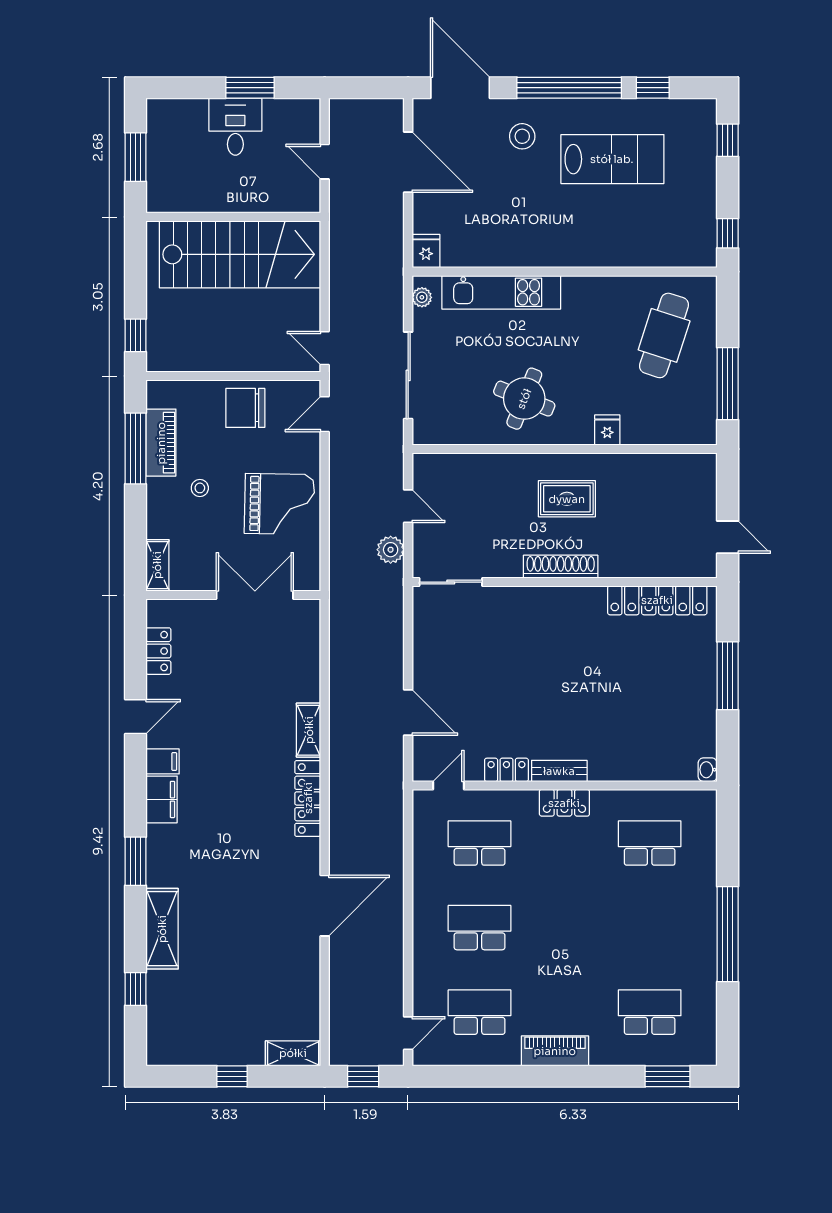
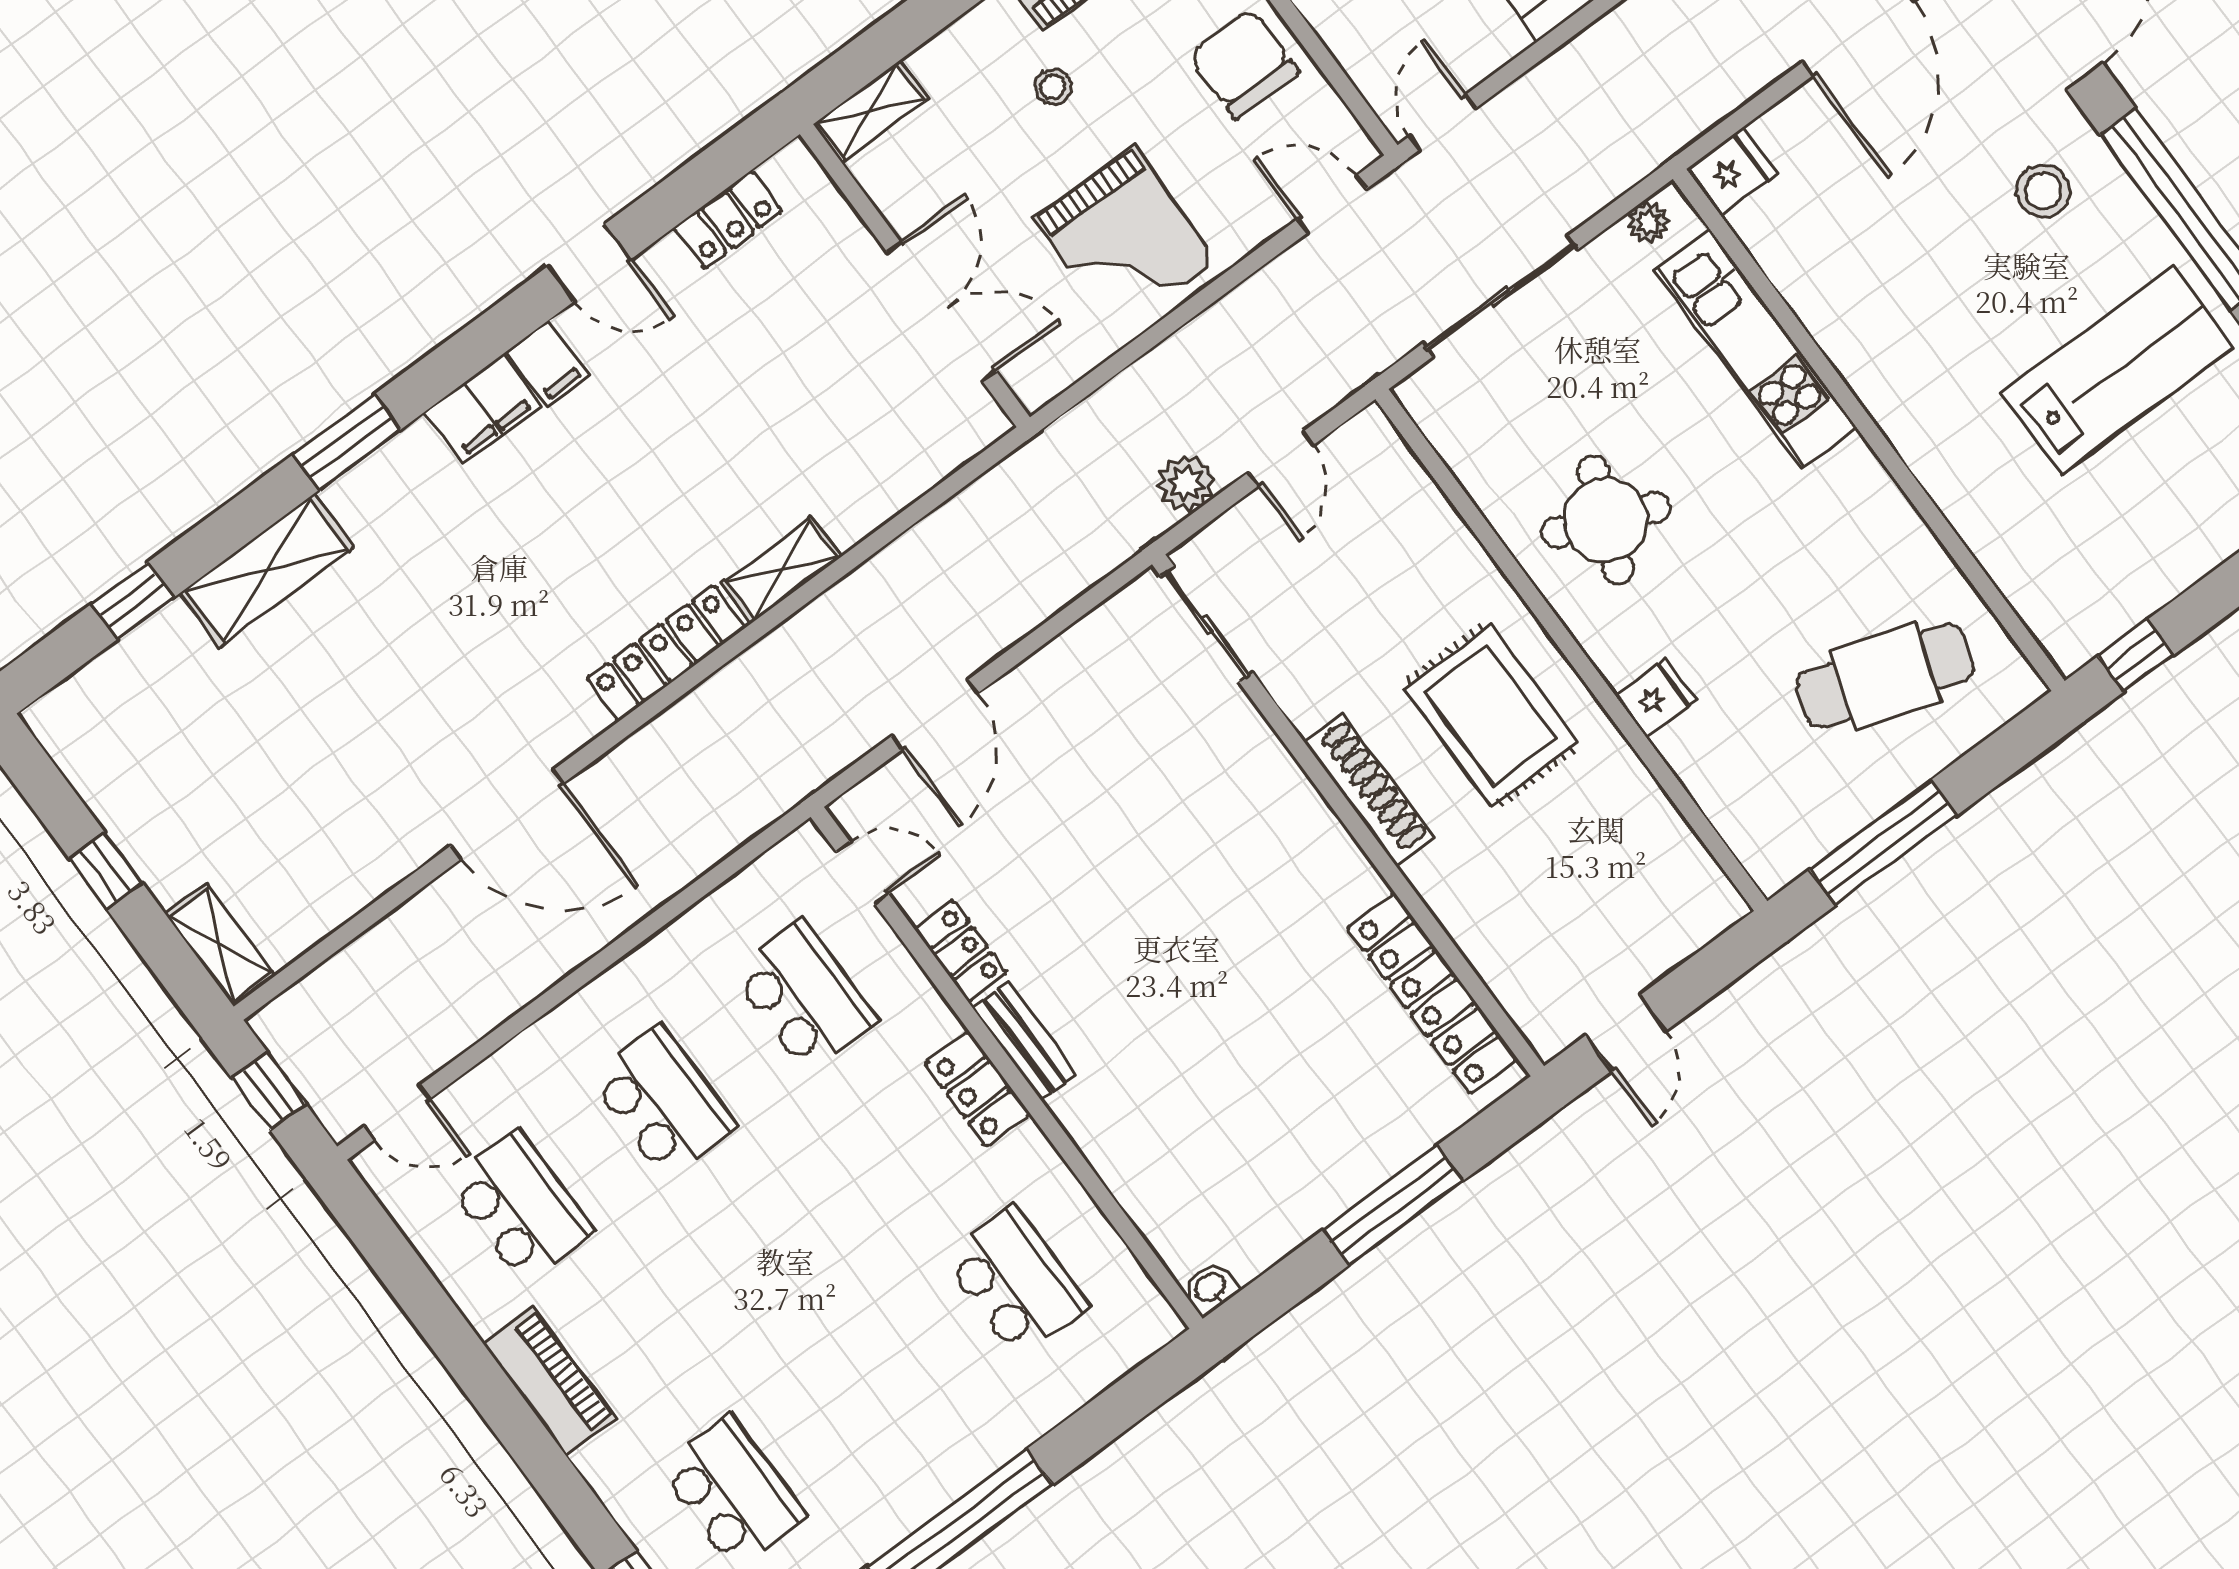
lab bench: (612, 159) -> (2117, 370), turned -90
rug: (567, 499) -> (1491, 716), width x1.36, depth x1.43

